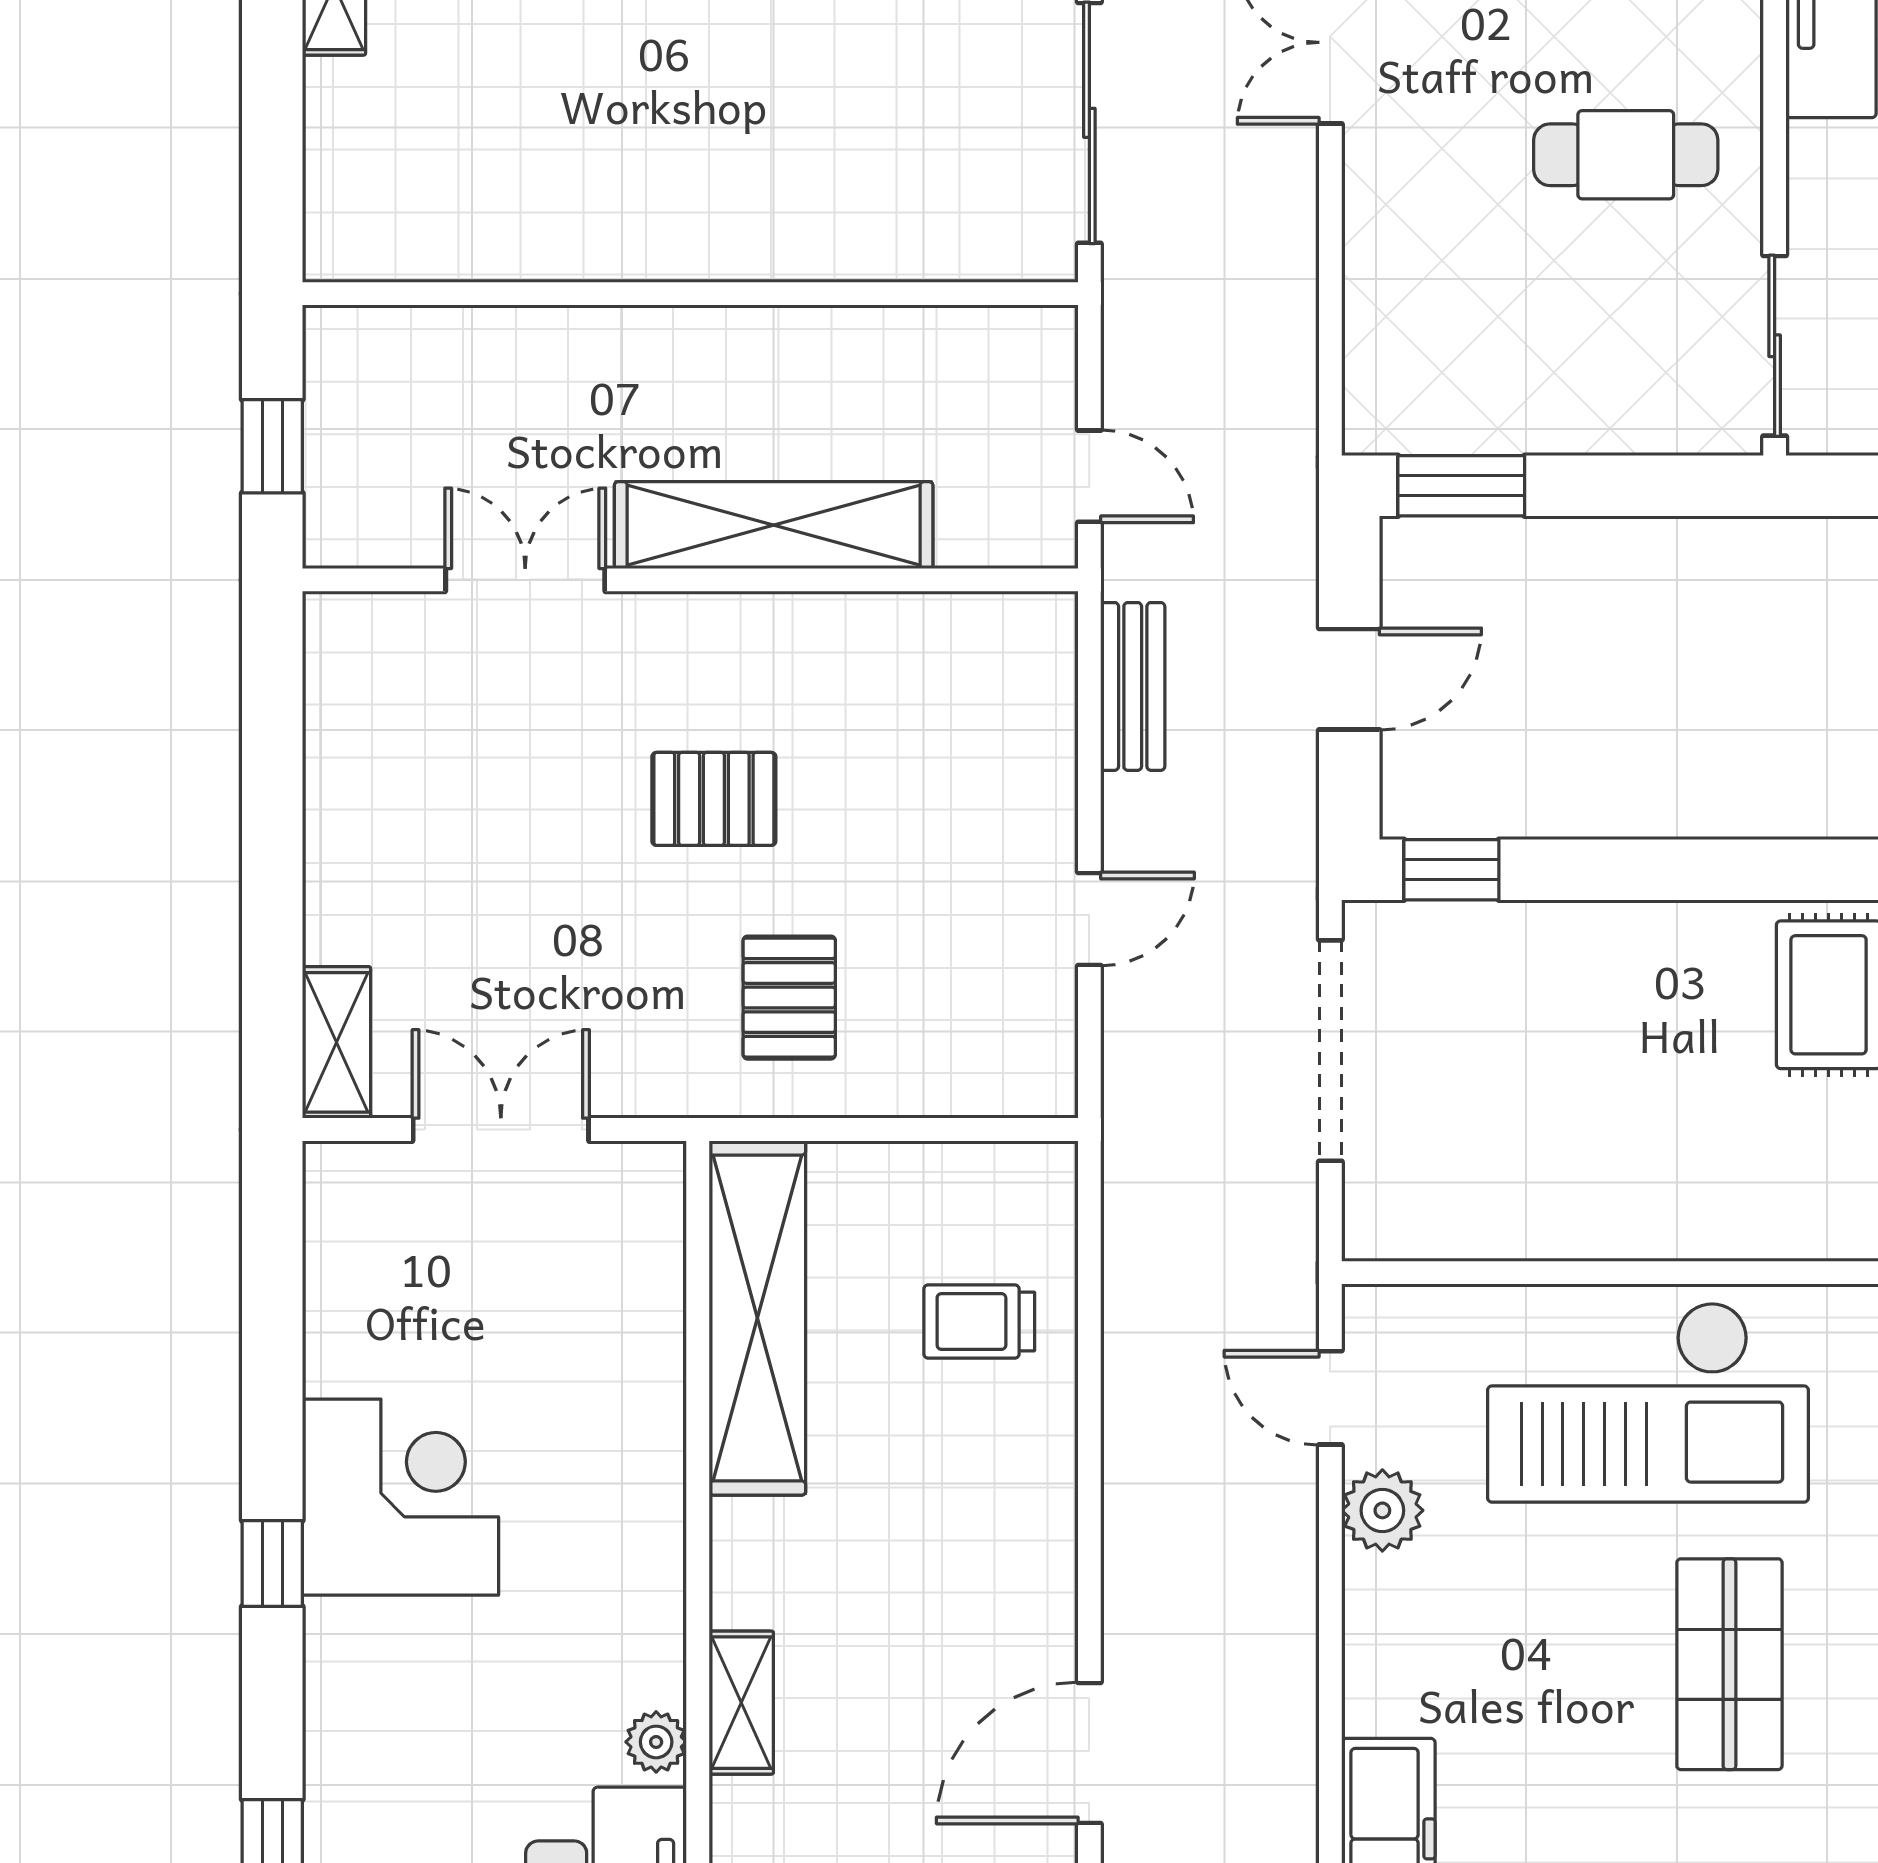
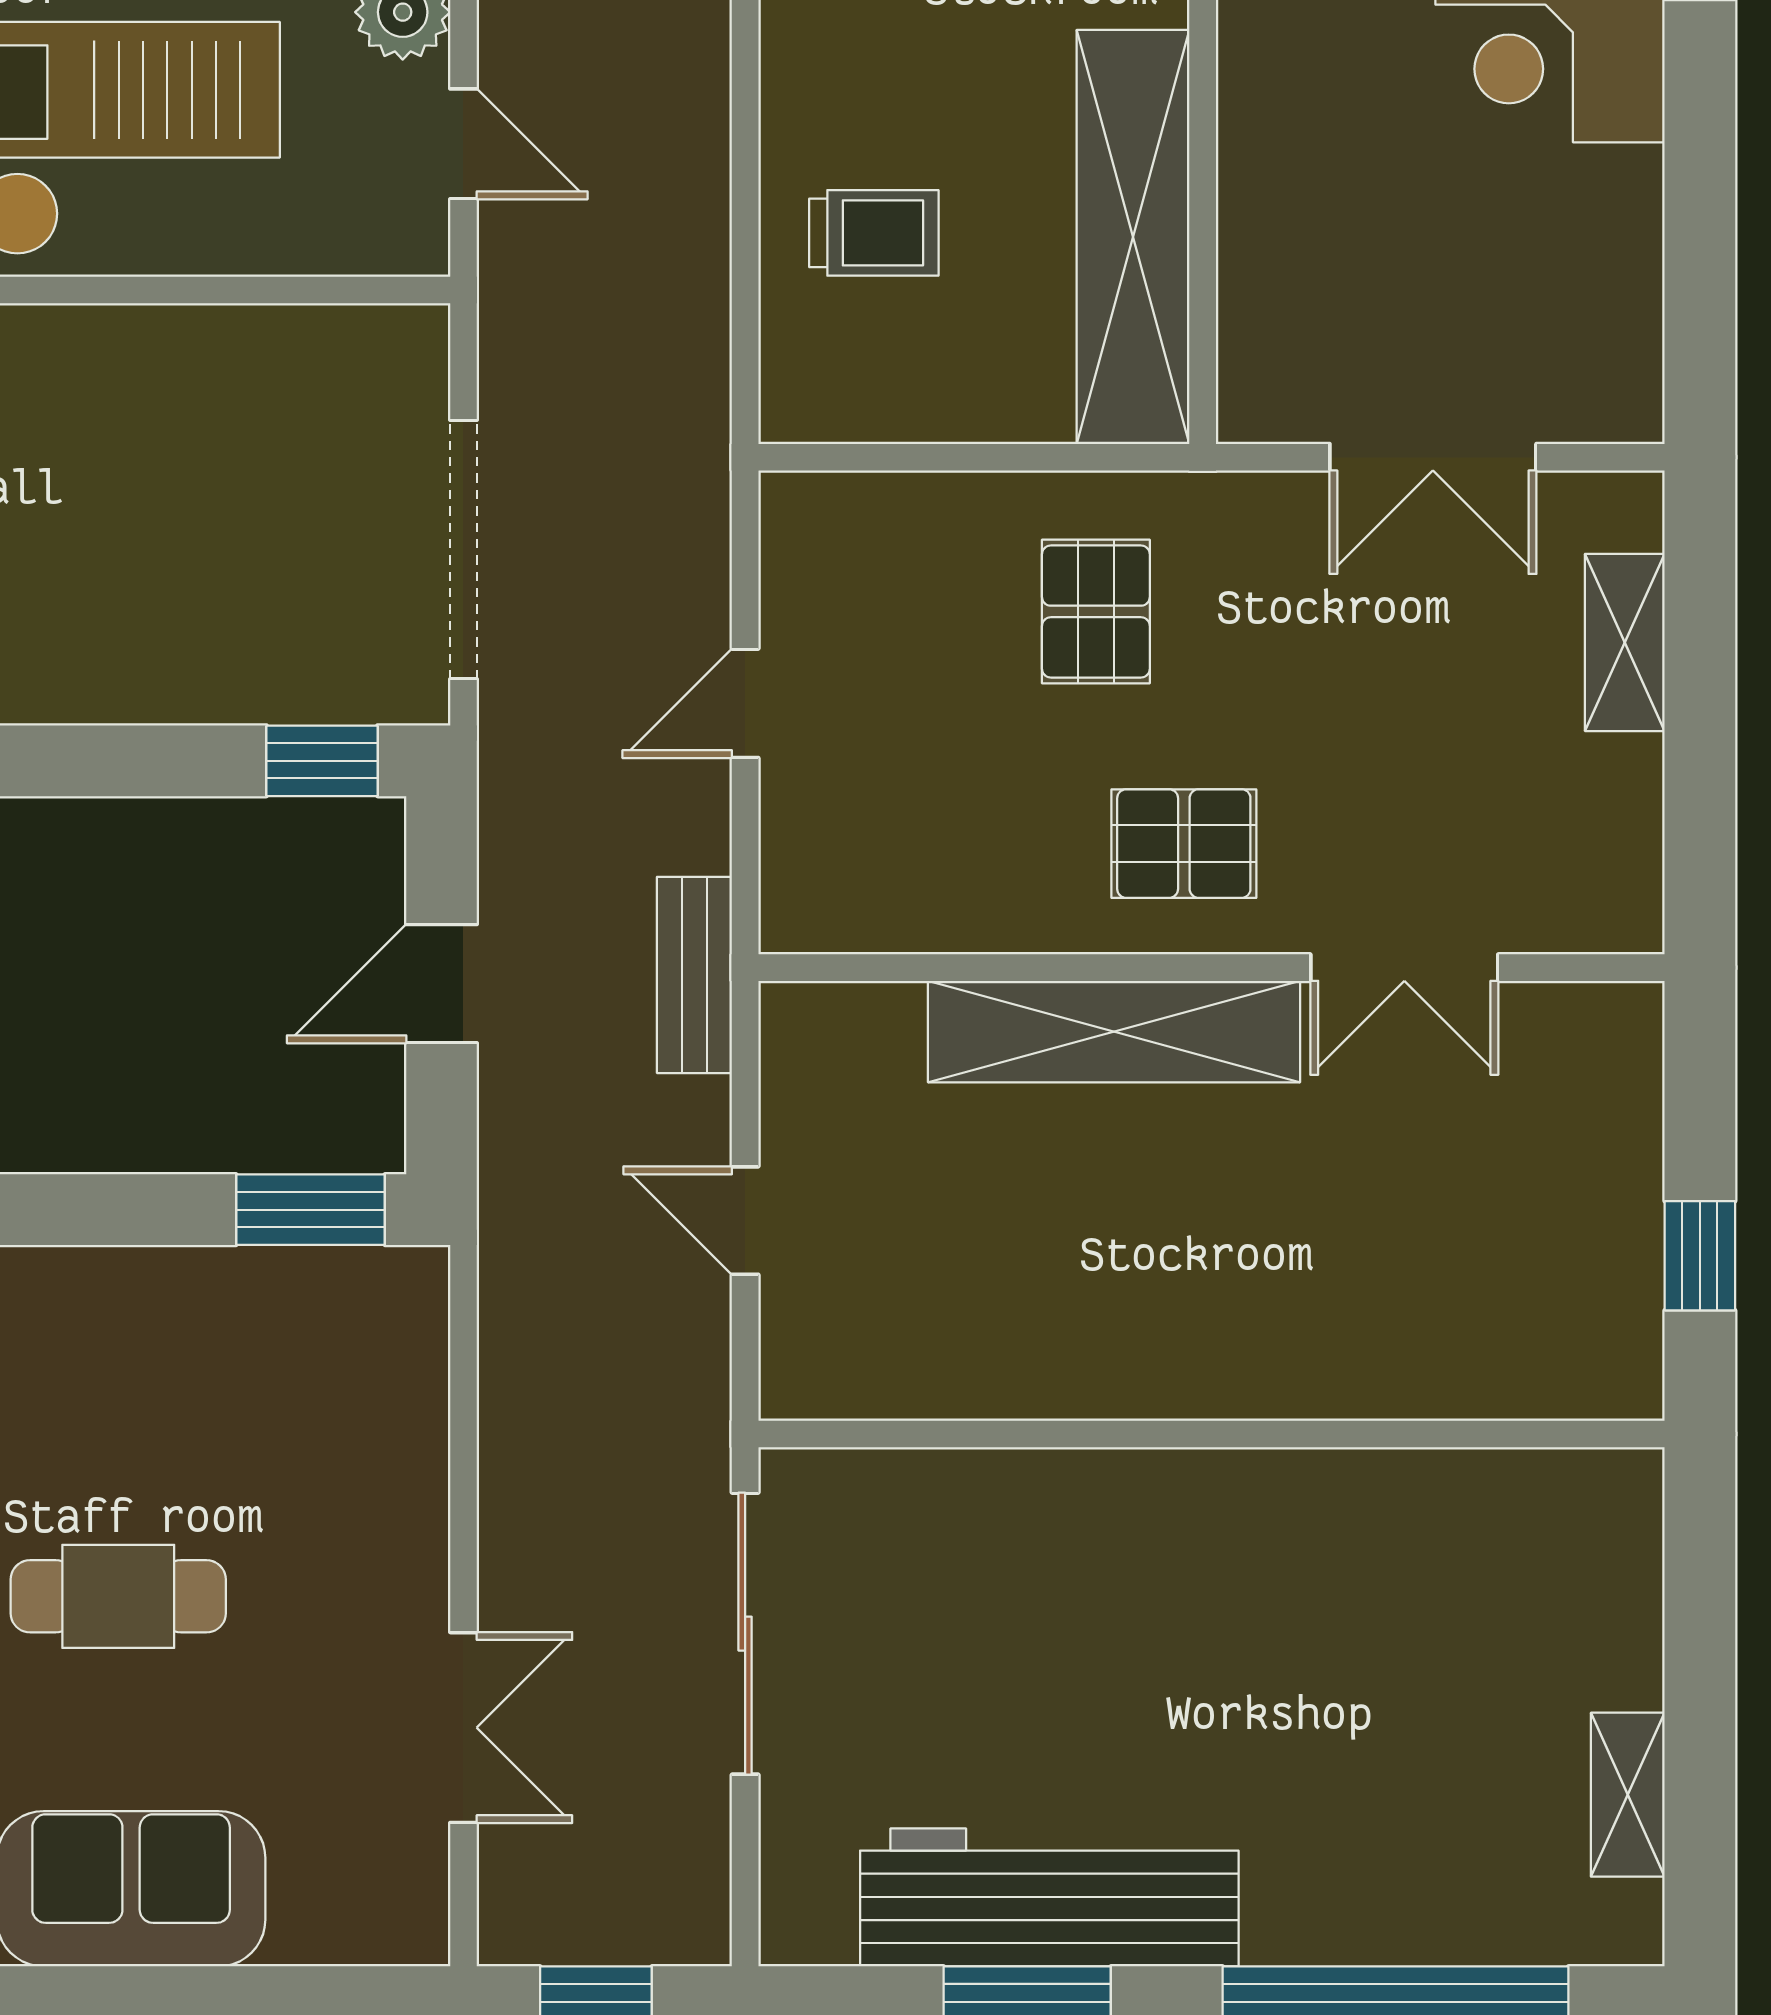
shelving: (774, 525) -> (1114, 1032), moved
double door: (525, 580) -> (1404, 968), moved
wall: (690, 580) -> (1211, 968), moved
shelving: (337, 1042) -> (1625, 642), moved

